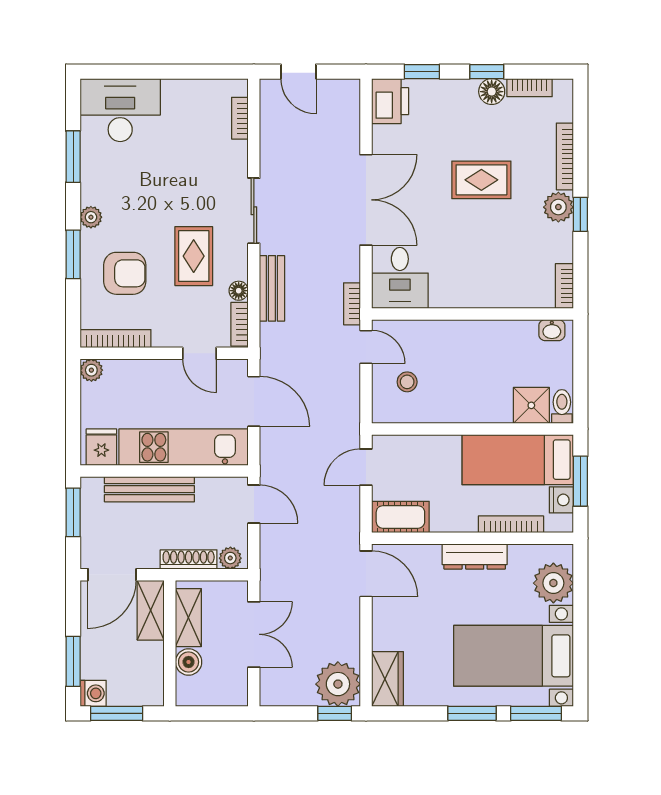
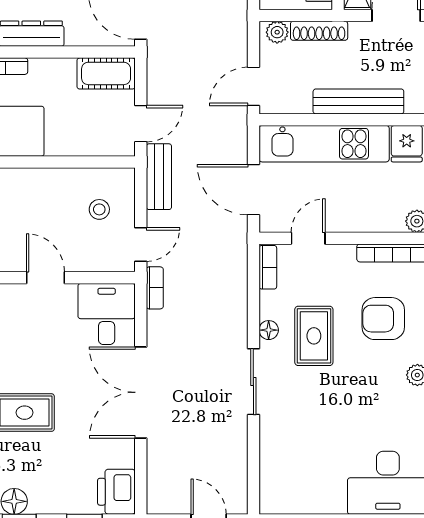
bookcase: (240, 118) -> (267, 475), removed
bench: (272, 288) -> (159, 177), moved
floor lamp: (239, 291) -> (269, 330), moved
door: (461, 314) -> (45, 278), added
door: (366, 347) -> (141, 244), swing flipped
door: (199, 353) -> (308, 238), hinge flipped
door: (254, 504) -> (253, 86), hinge flipped

